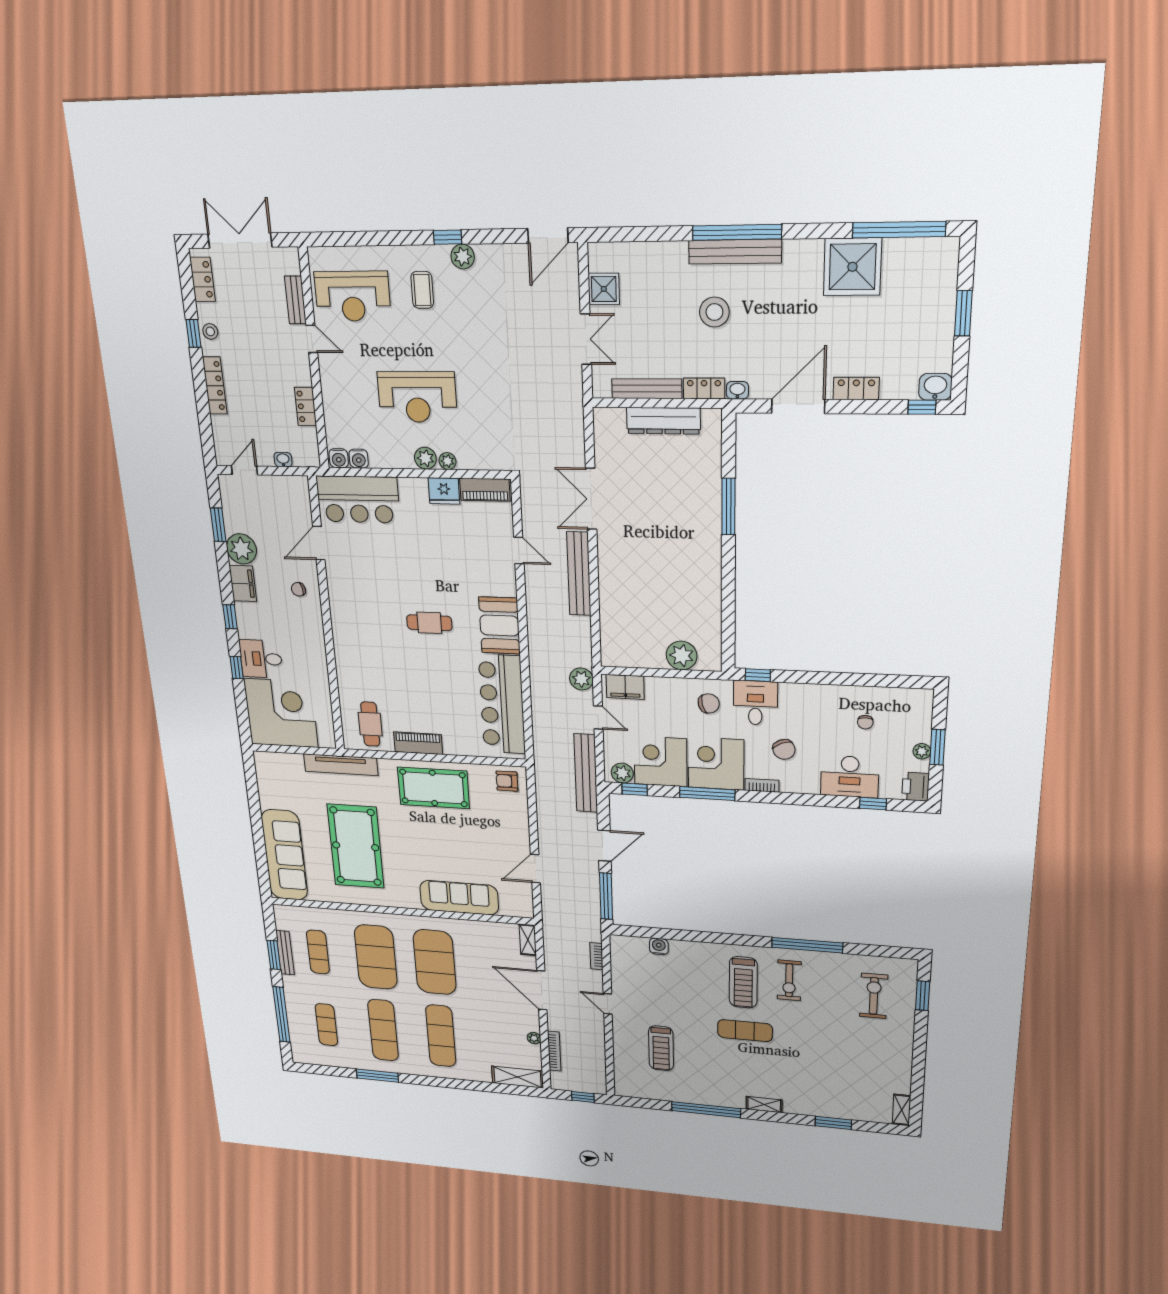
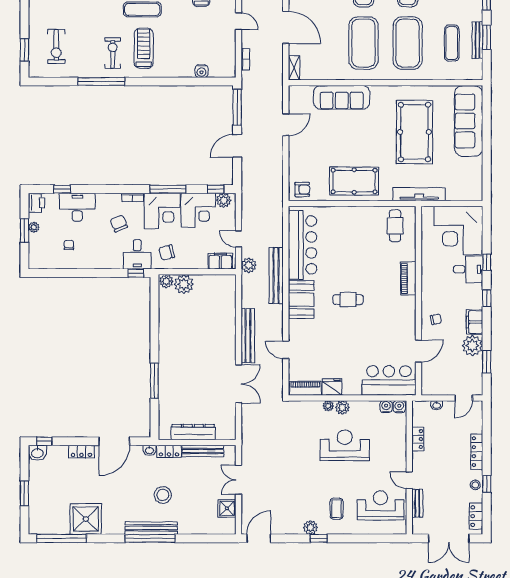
plant: (709, 661) -> (166, 281), added
piano: (418, 743) -> (408, 279), moved, turned 90
bench: (586, 773) -> (276, 276), moved

